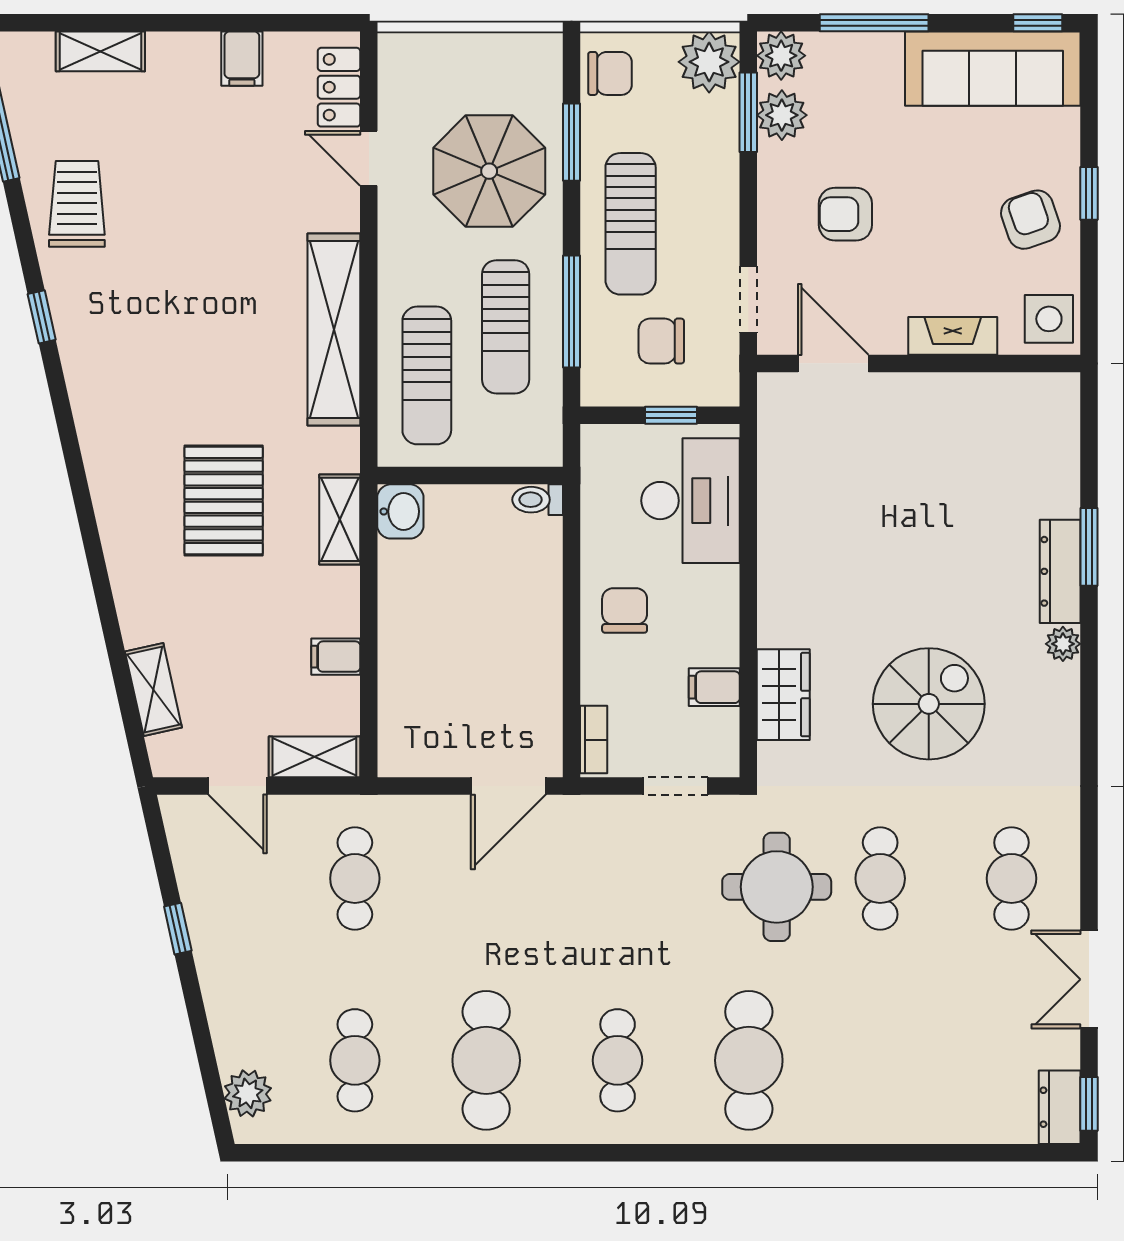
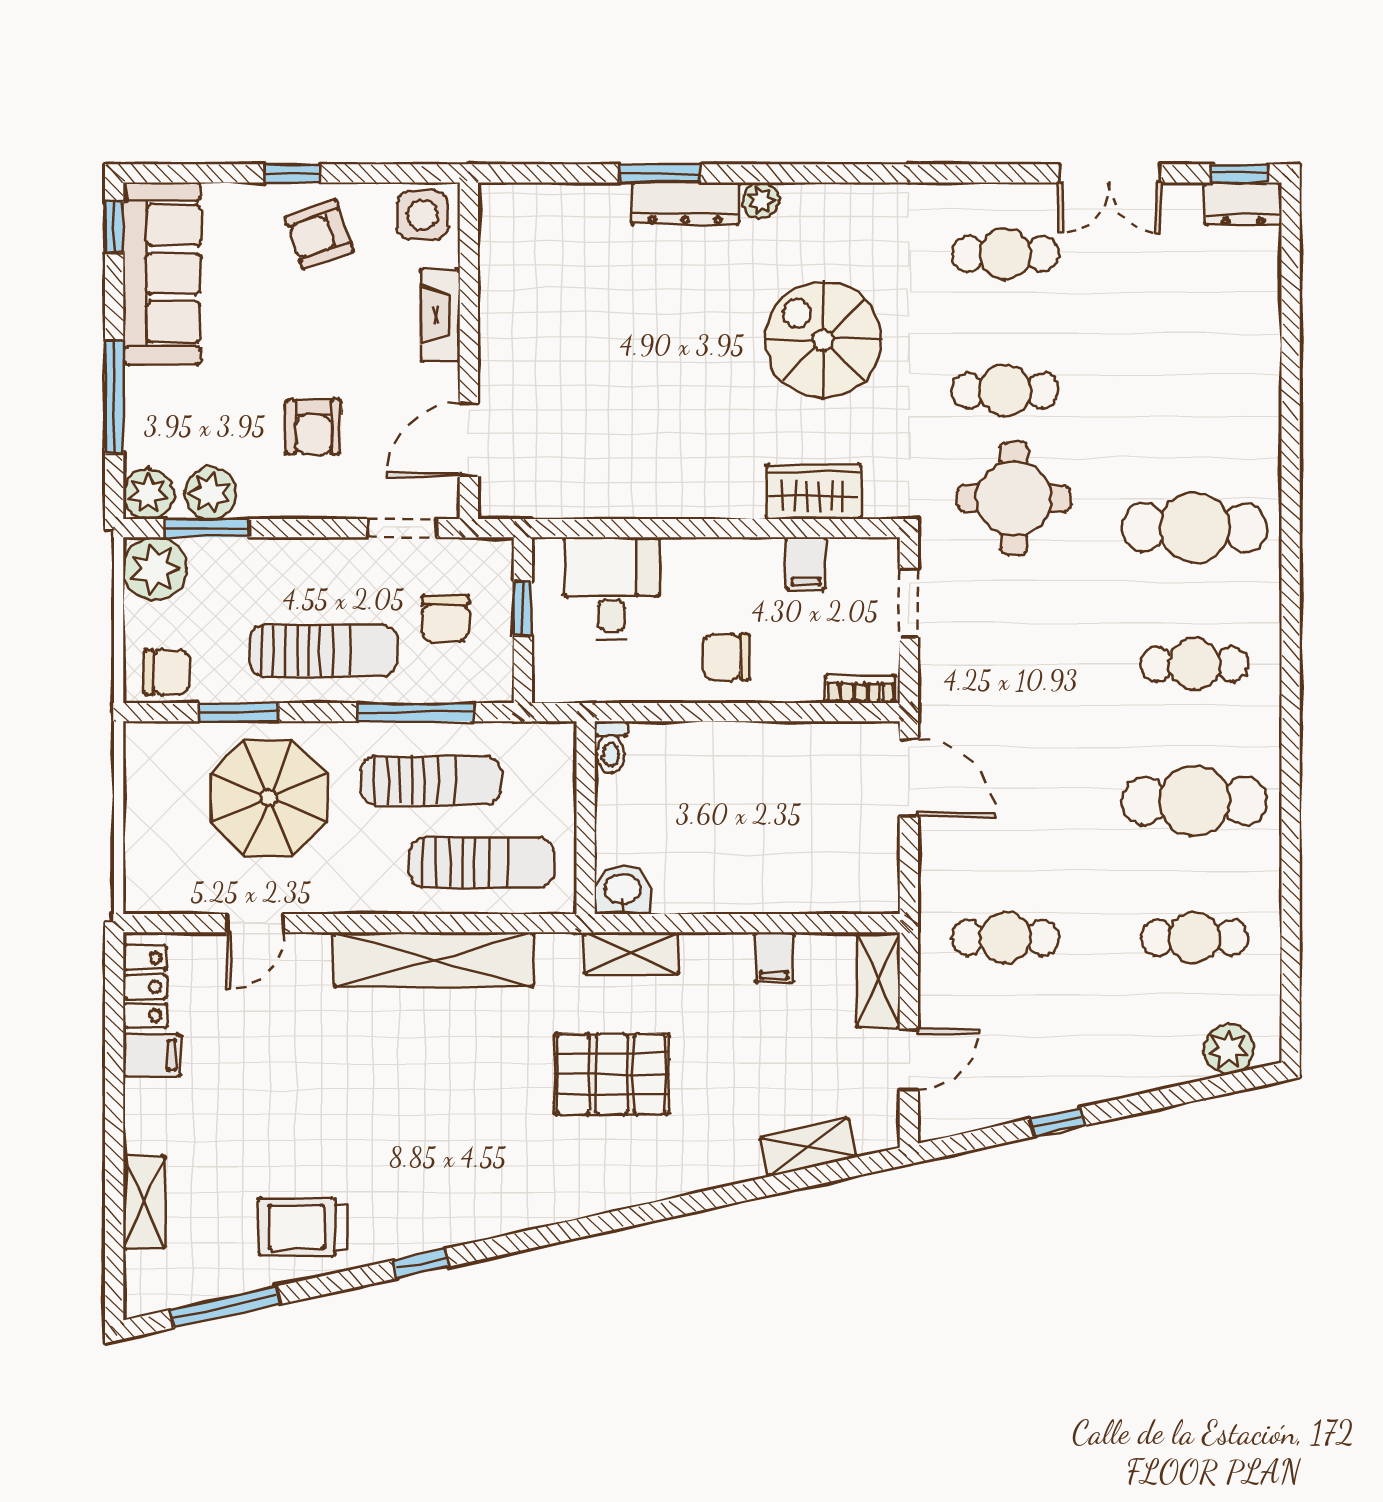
chair: (610, 73) -> (167, 672), turned 90
locker: (339, 87) -> (145, 987), moved, turned -90
desk: (690, 501) -> (612, 588), width x0.73

